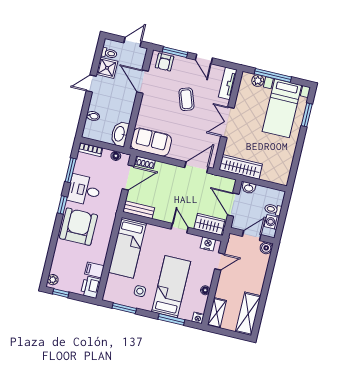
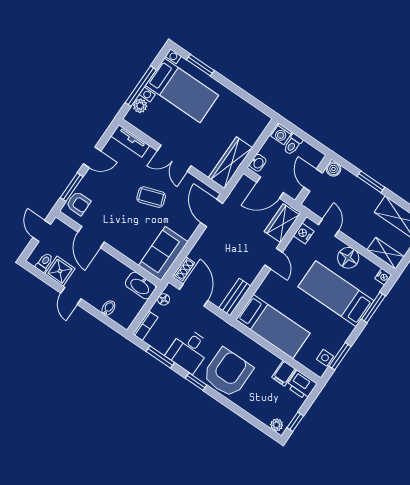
door: (142, 82) -> (91, 237), hinge flipped
coffee table: (186, 99) -> (151, 197), moved
washing machine: (272, 222) -> (282, 134), moved
armchair: (78, 227) -> (228, 373), turned 90
door: (180, 228) -> (274, 259), swing flipped
window: (267, 280) -> (371, 182), added
floor lamp: (205, 290) -> (348, 258), width x1.89, depth x1.89
side table: (140, 291) -> (325, 358), moved

